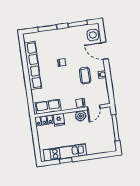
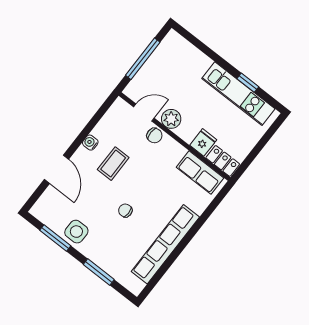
side table: (93, 35) -> (76, 232), moved

